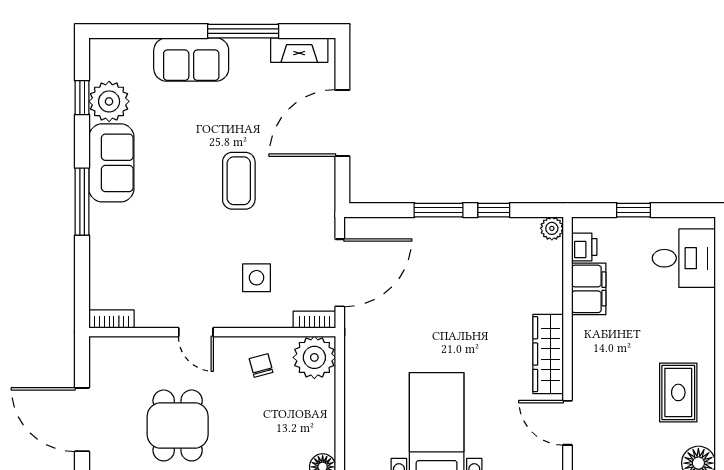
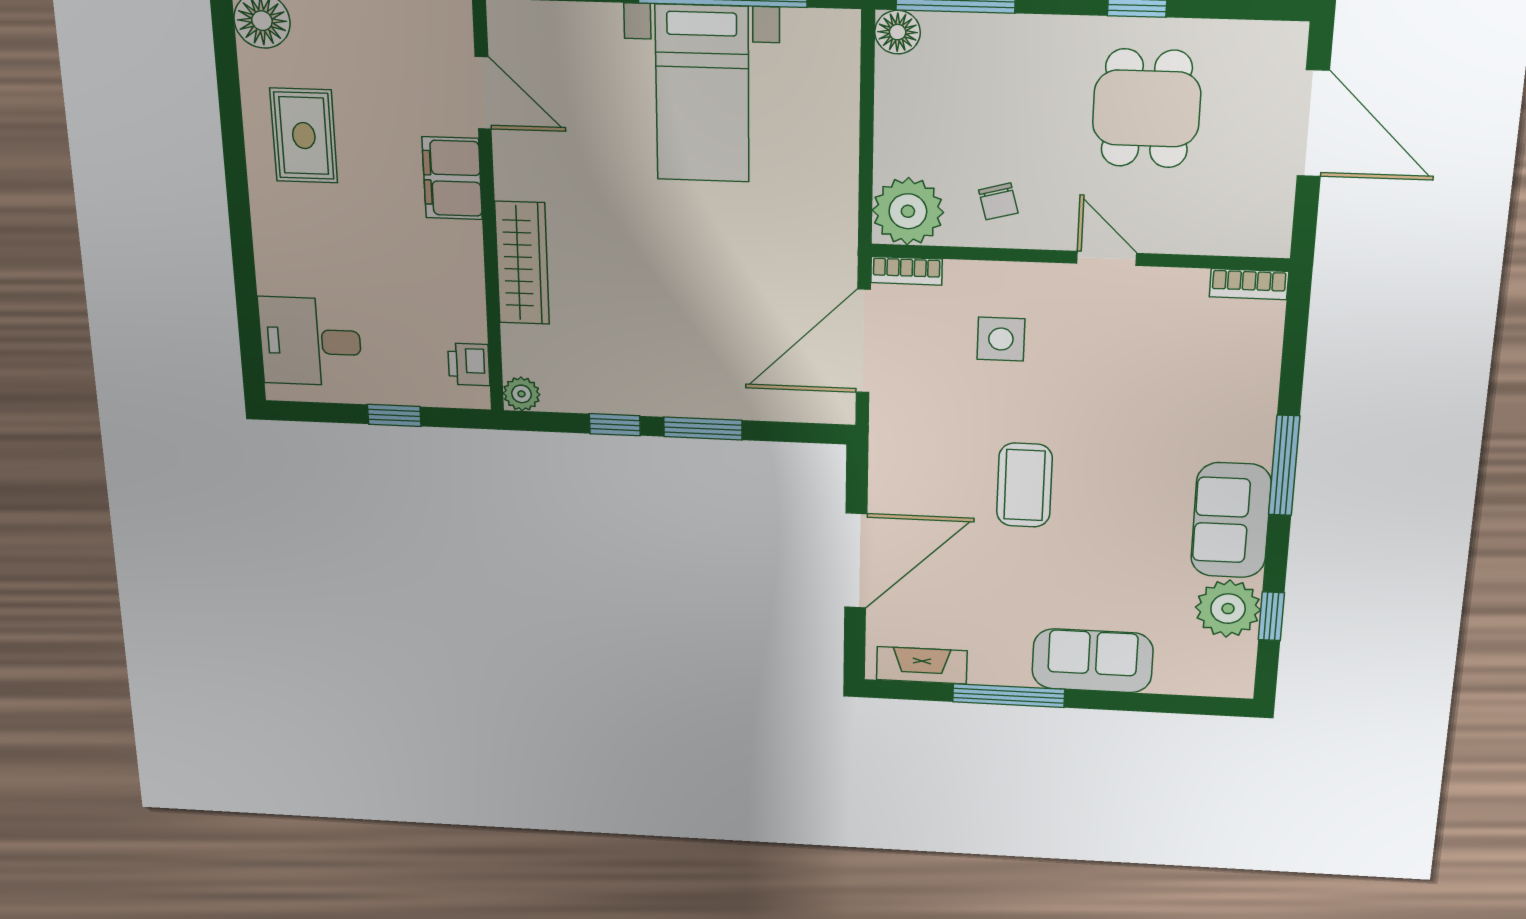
filing cabinet: (589, 289) -> (452, 178), moved
wardrobe: (548, 354) -> (522, 263), moved

